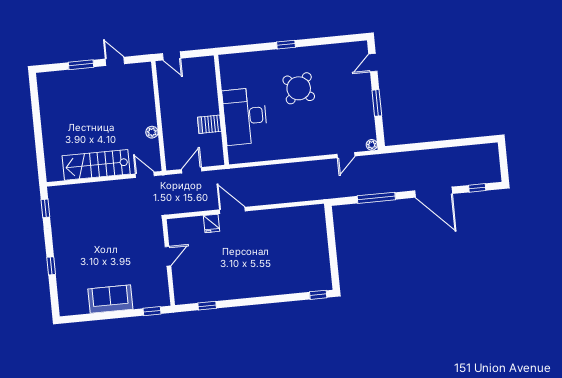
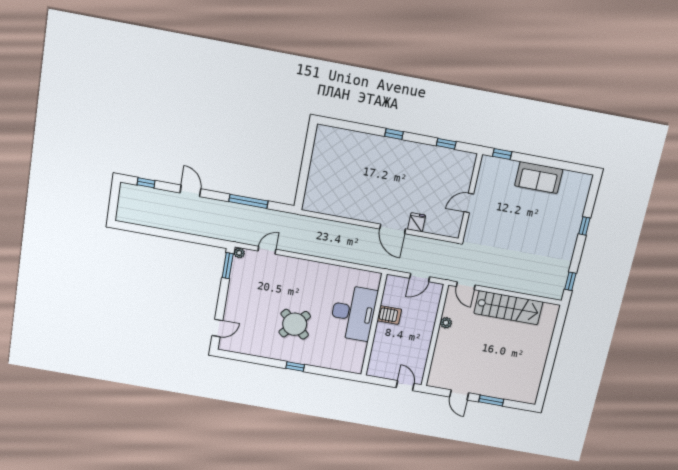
window: (377, 103) -> (228, 266), moved
door: (434, 192) -> (190, 191), width x0.53
window: (318, 295) -> (394, 134), moved

